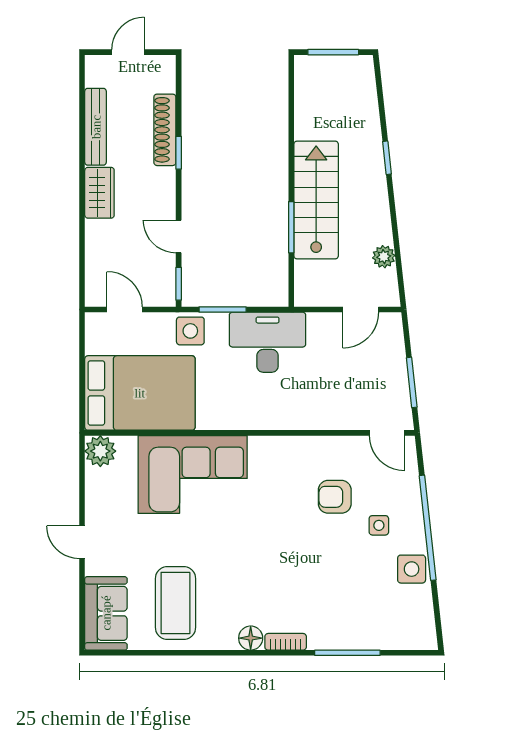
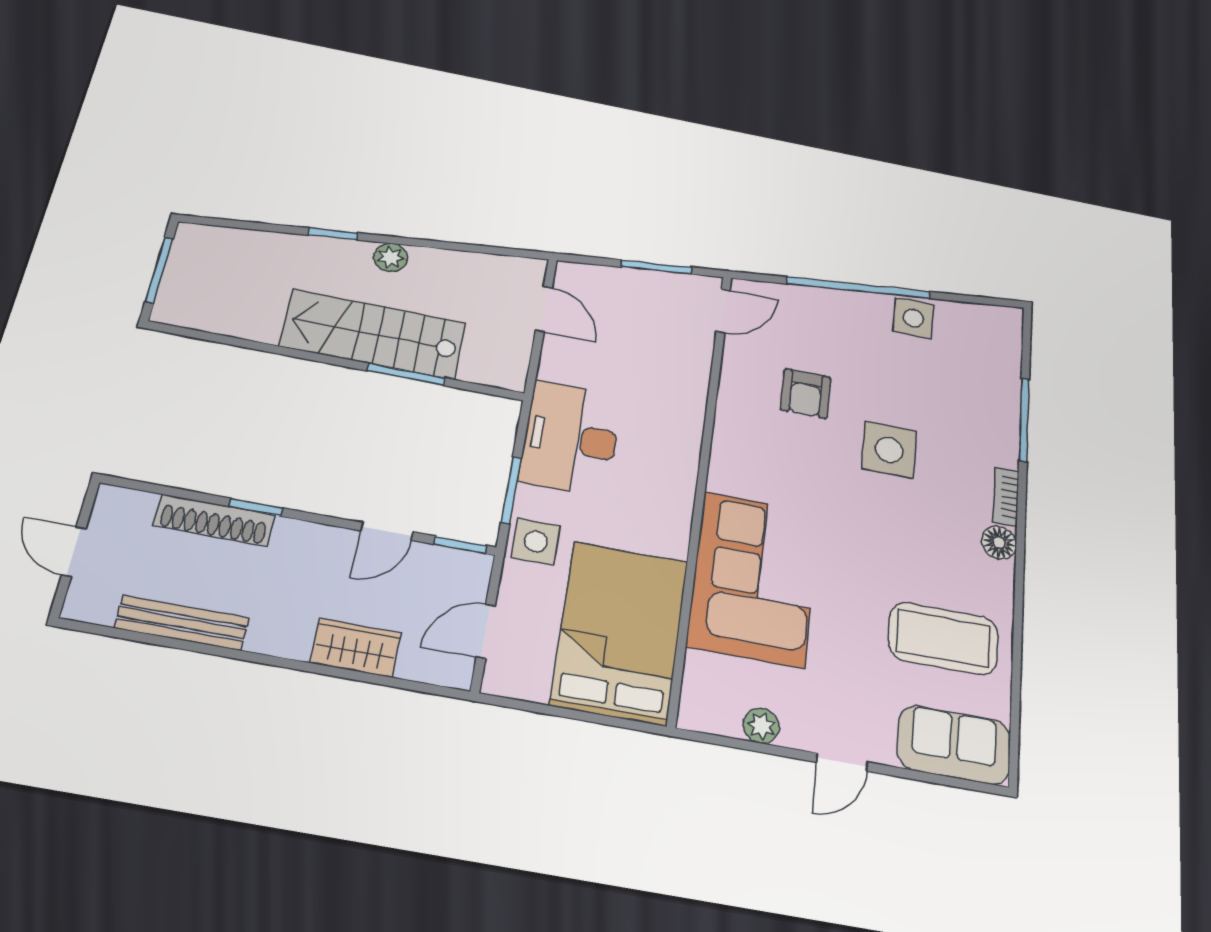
wardrobe: (99, 193) -> (356, 648), moved
plant: (384, 257) -> (391, 257), moved
plant: (100, 451) -> (761, 726), moved, width x0.73, depth x0.73
side table: (379, 525) -> (889, 450), moved, width x1.87, depth x1.87

